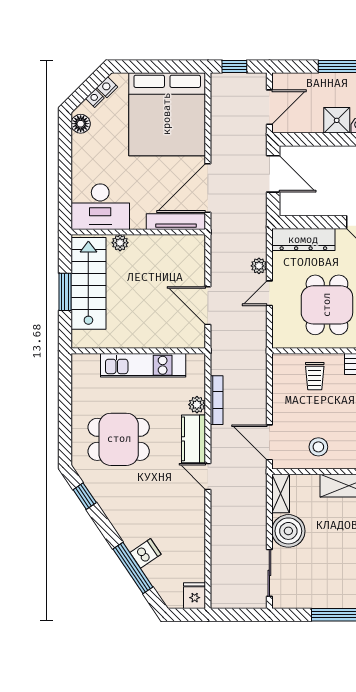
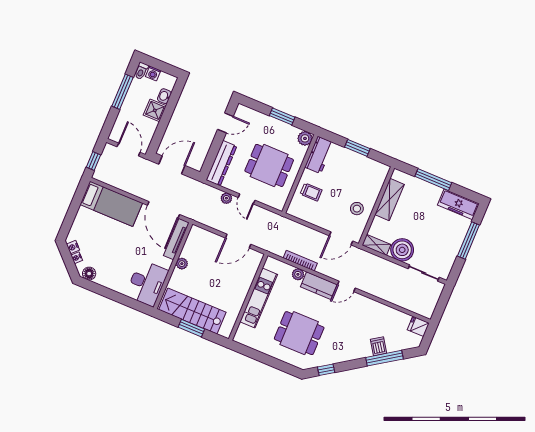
bed: (167, 114) -> (111, 204), width x0.49
plant: (120, 243) -> (182, 264), moved
dining table: (119, 439) -> (299, 333), turned 90

